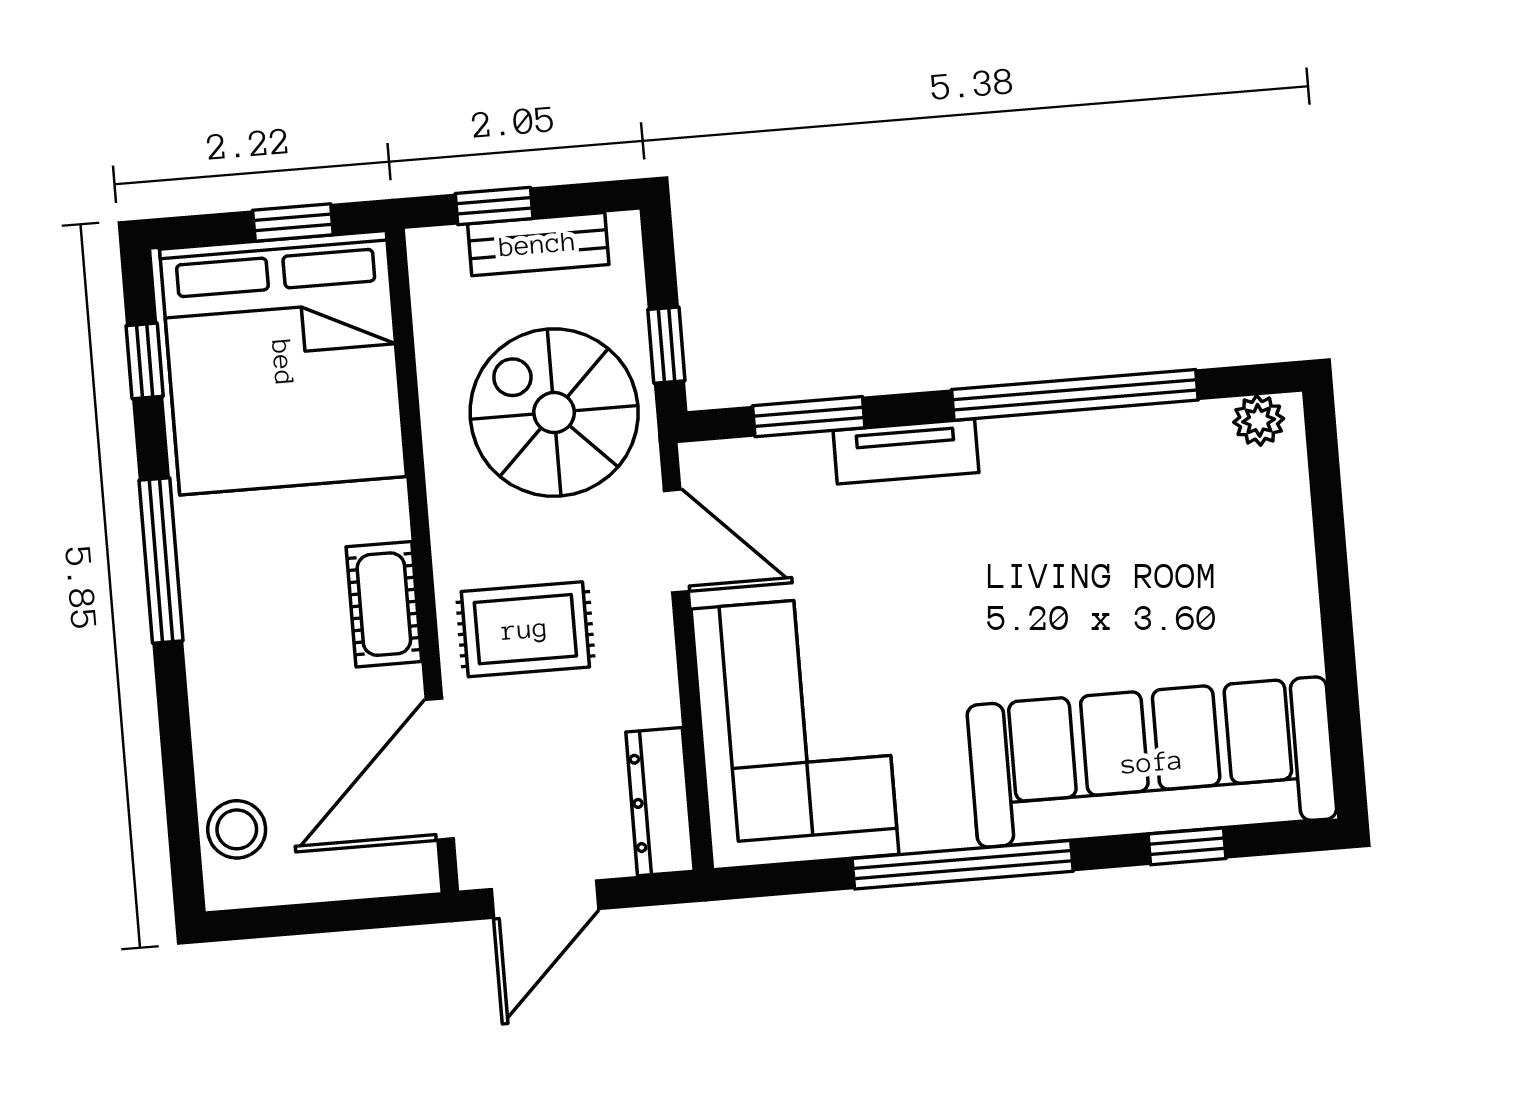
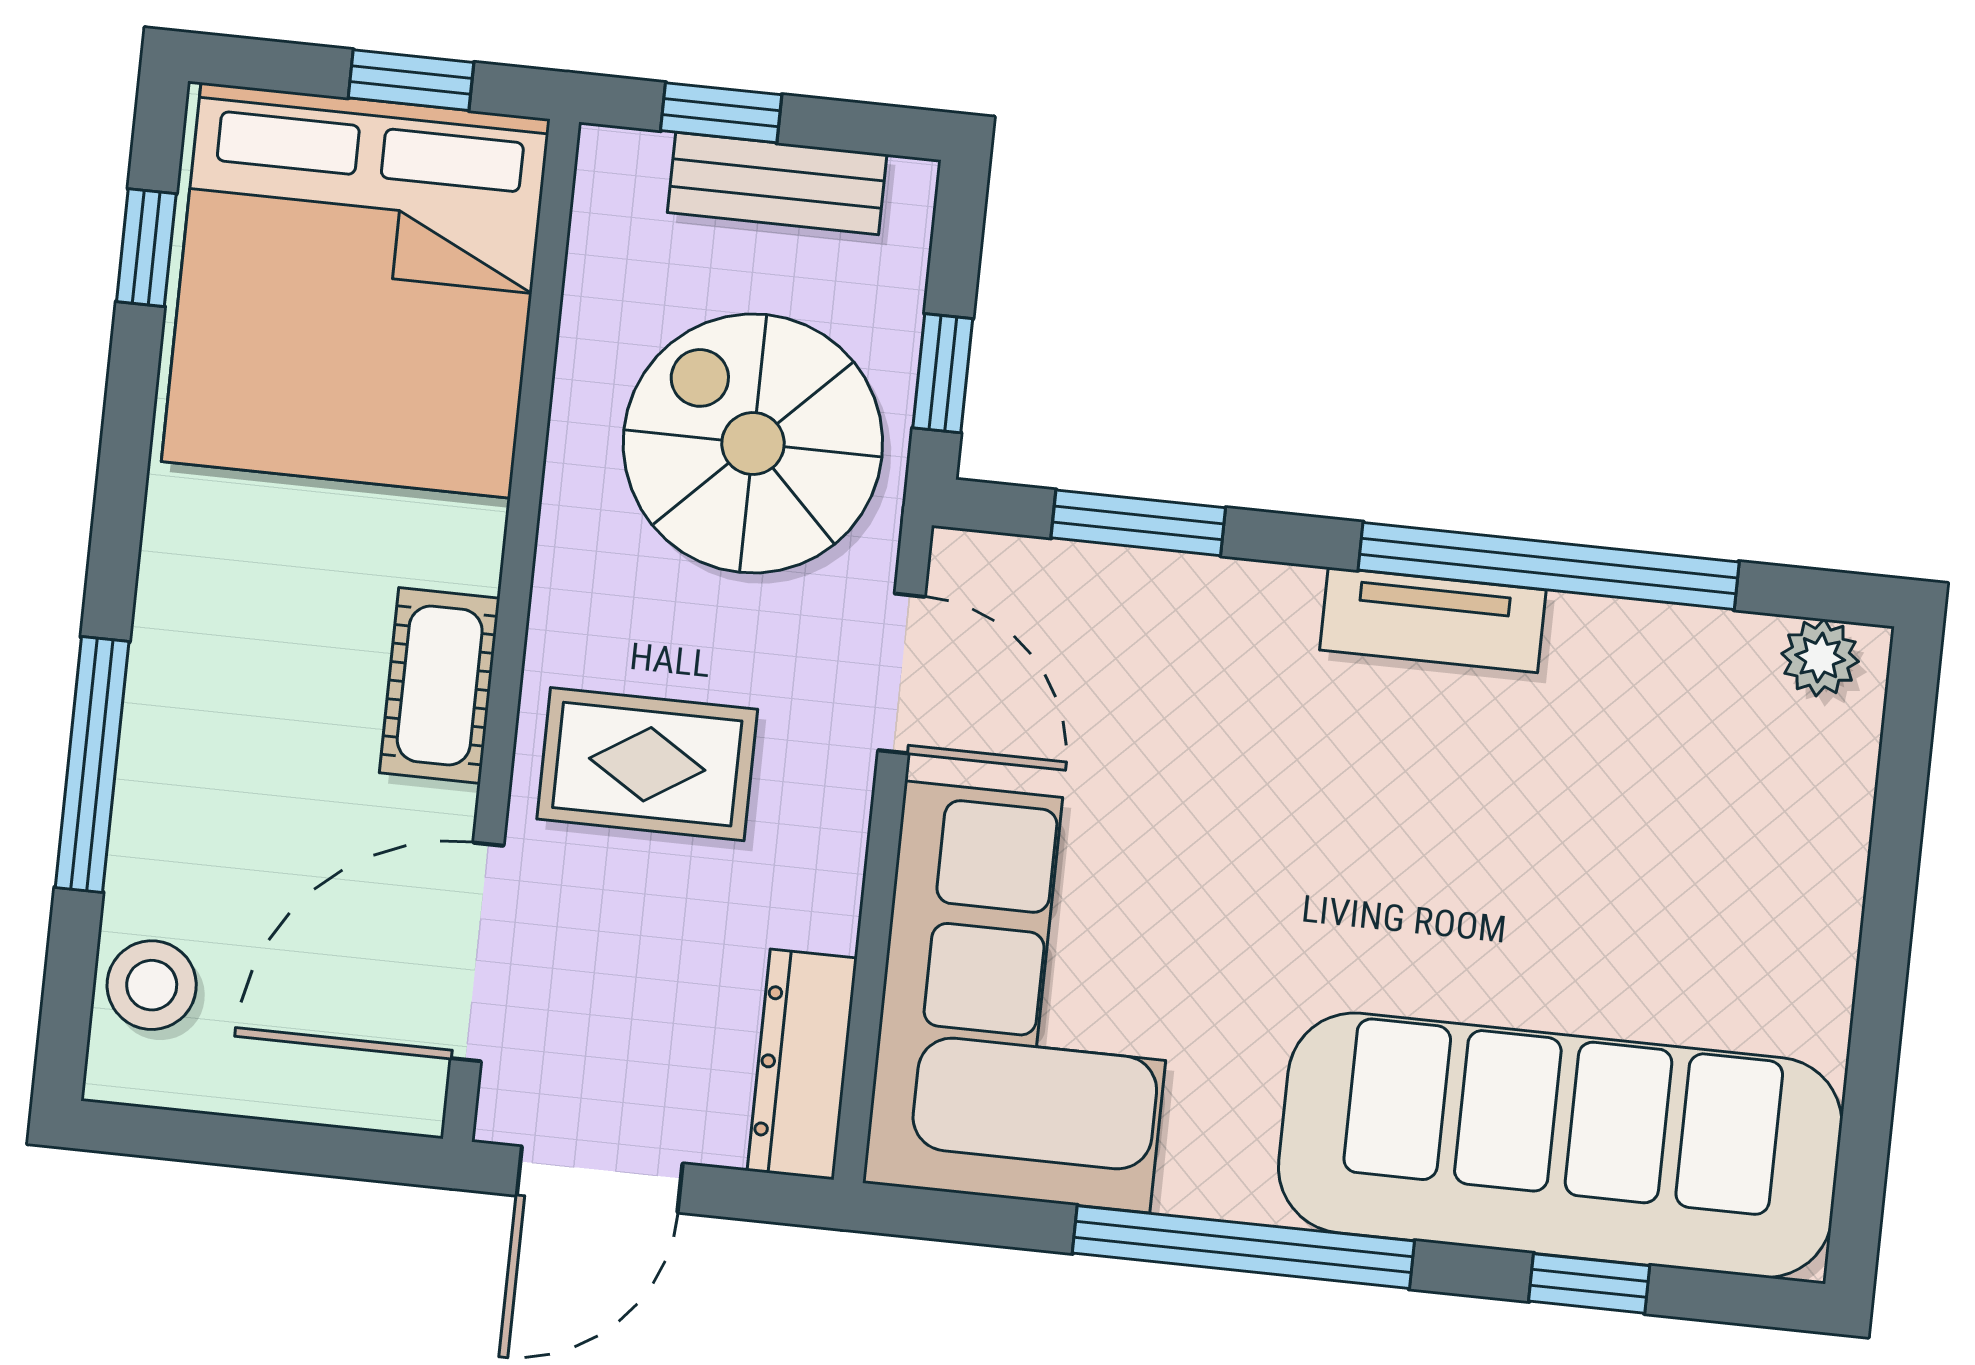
tv unit: (906, 451) -> (1433, 620), moved
window: (161, 561) -> (92, 765), moved

